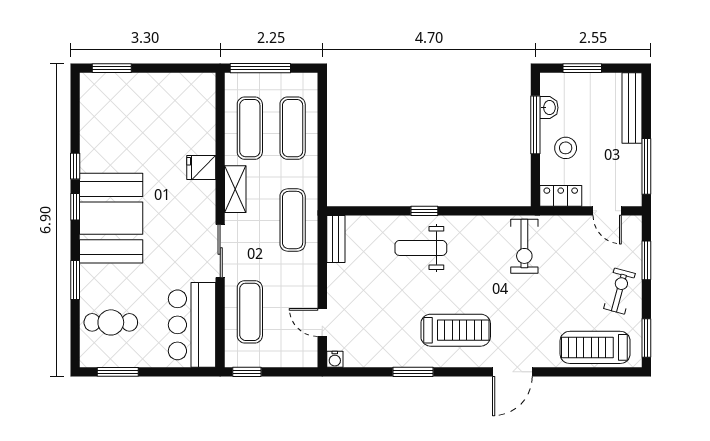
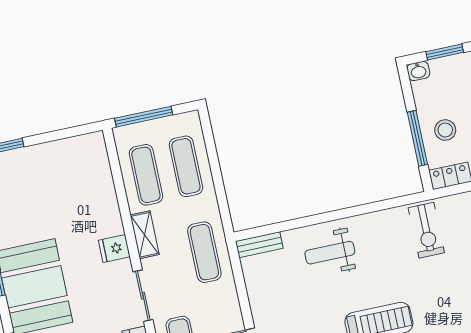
washbasin: (549, 108) -> (418, 71), moved, turned 90
window: (535, 125) -> (417, 138), moved
fridge: (201, 168) -> (114, 249), moved
window: (424, 211) -> (326, 217), removed
bench: (336, 239) -> (259, 245), moved, turned 90

